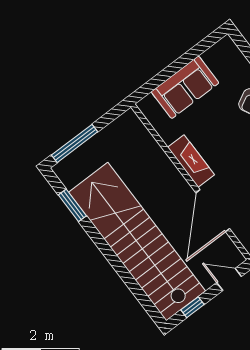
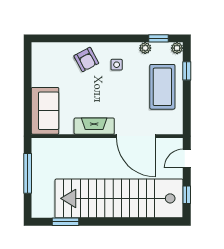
sofa: (185, 87) -> (45, 111), moved
window: (75, 143) -> (28, 173), moved

